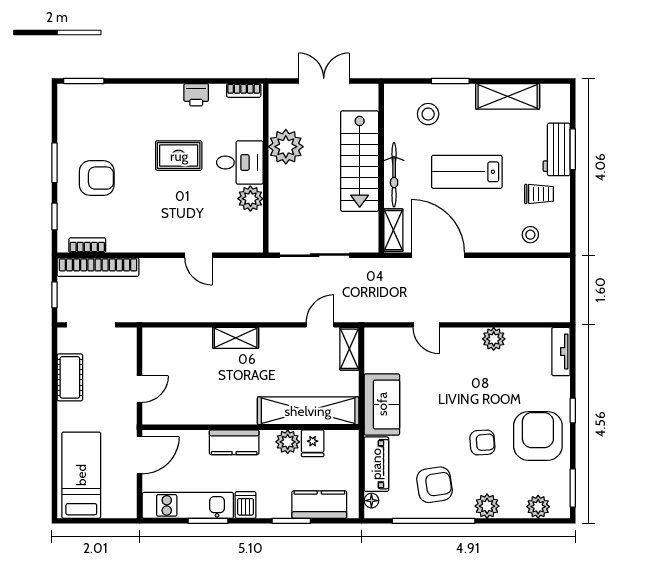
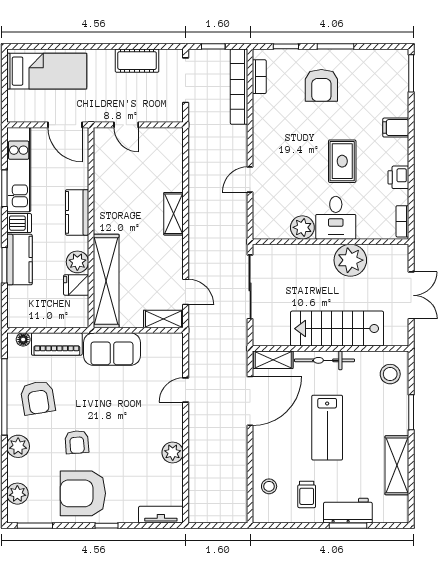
filing cabinet: (142, 98) -> (396, 128), added
stool: (428, 114) -> (390, 374), moved
lab bench: (467, 172) -> (327, 428), turned 180
armchair: (538, 436) -> (83, 493), turned 180
kitchen counter: (319, 505) -> (19, 260), moved

